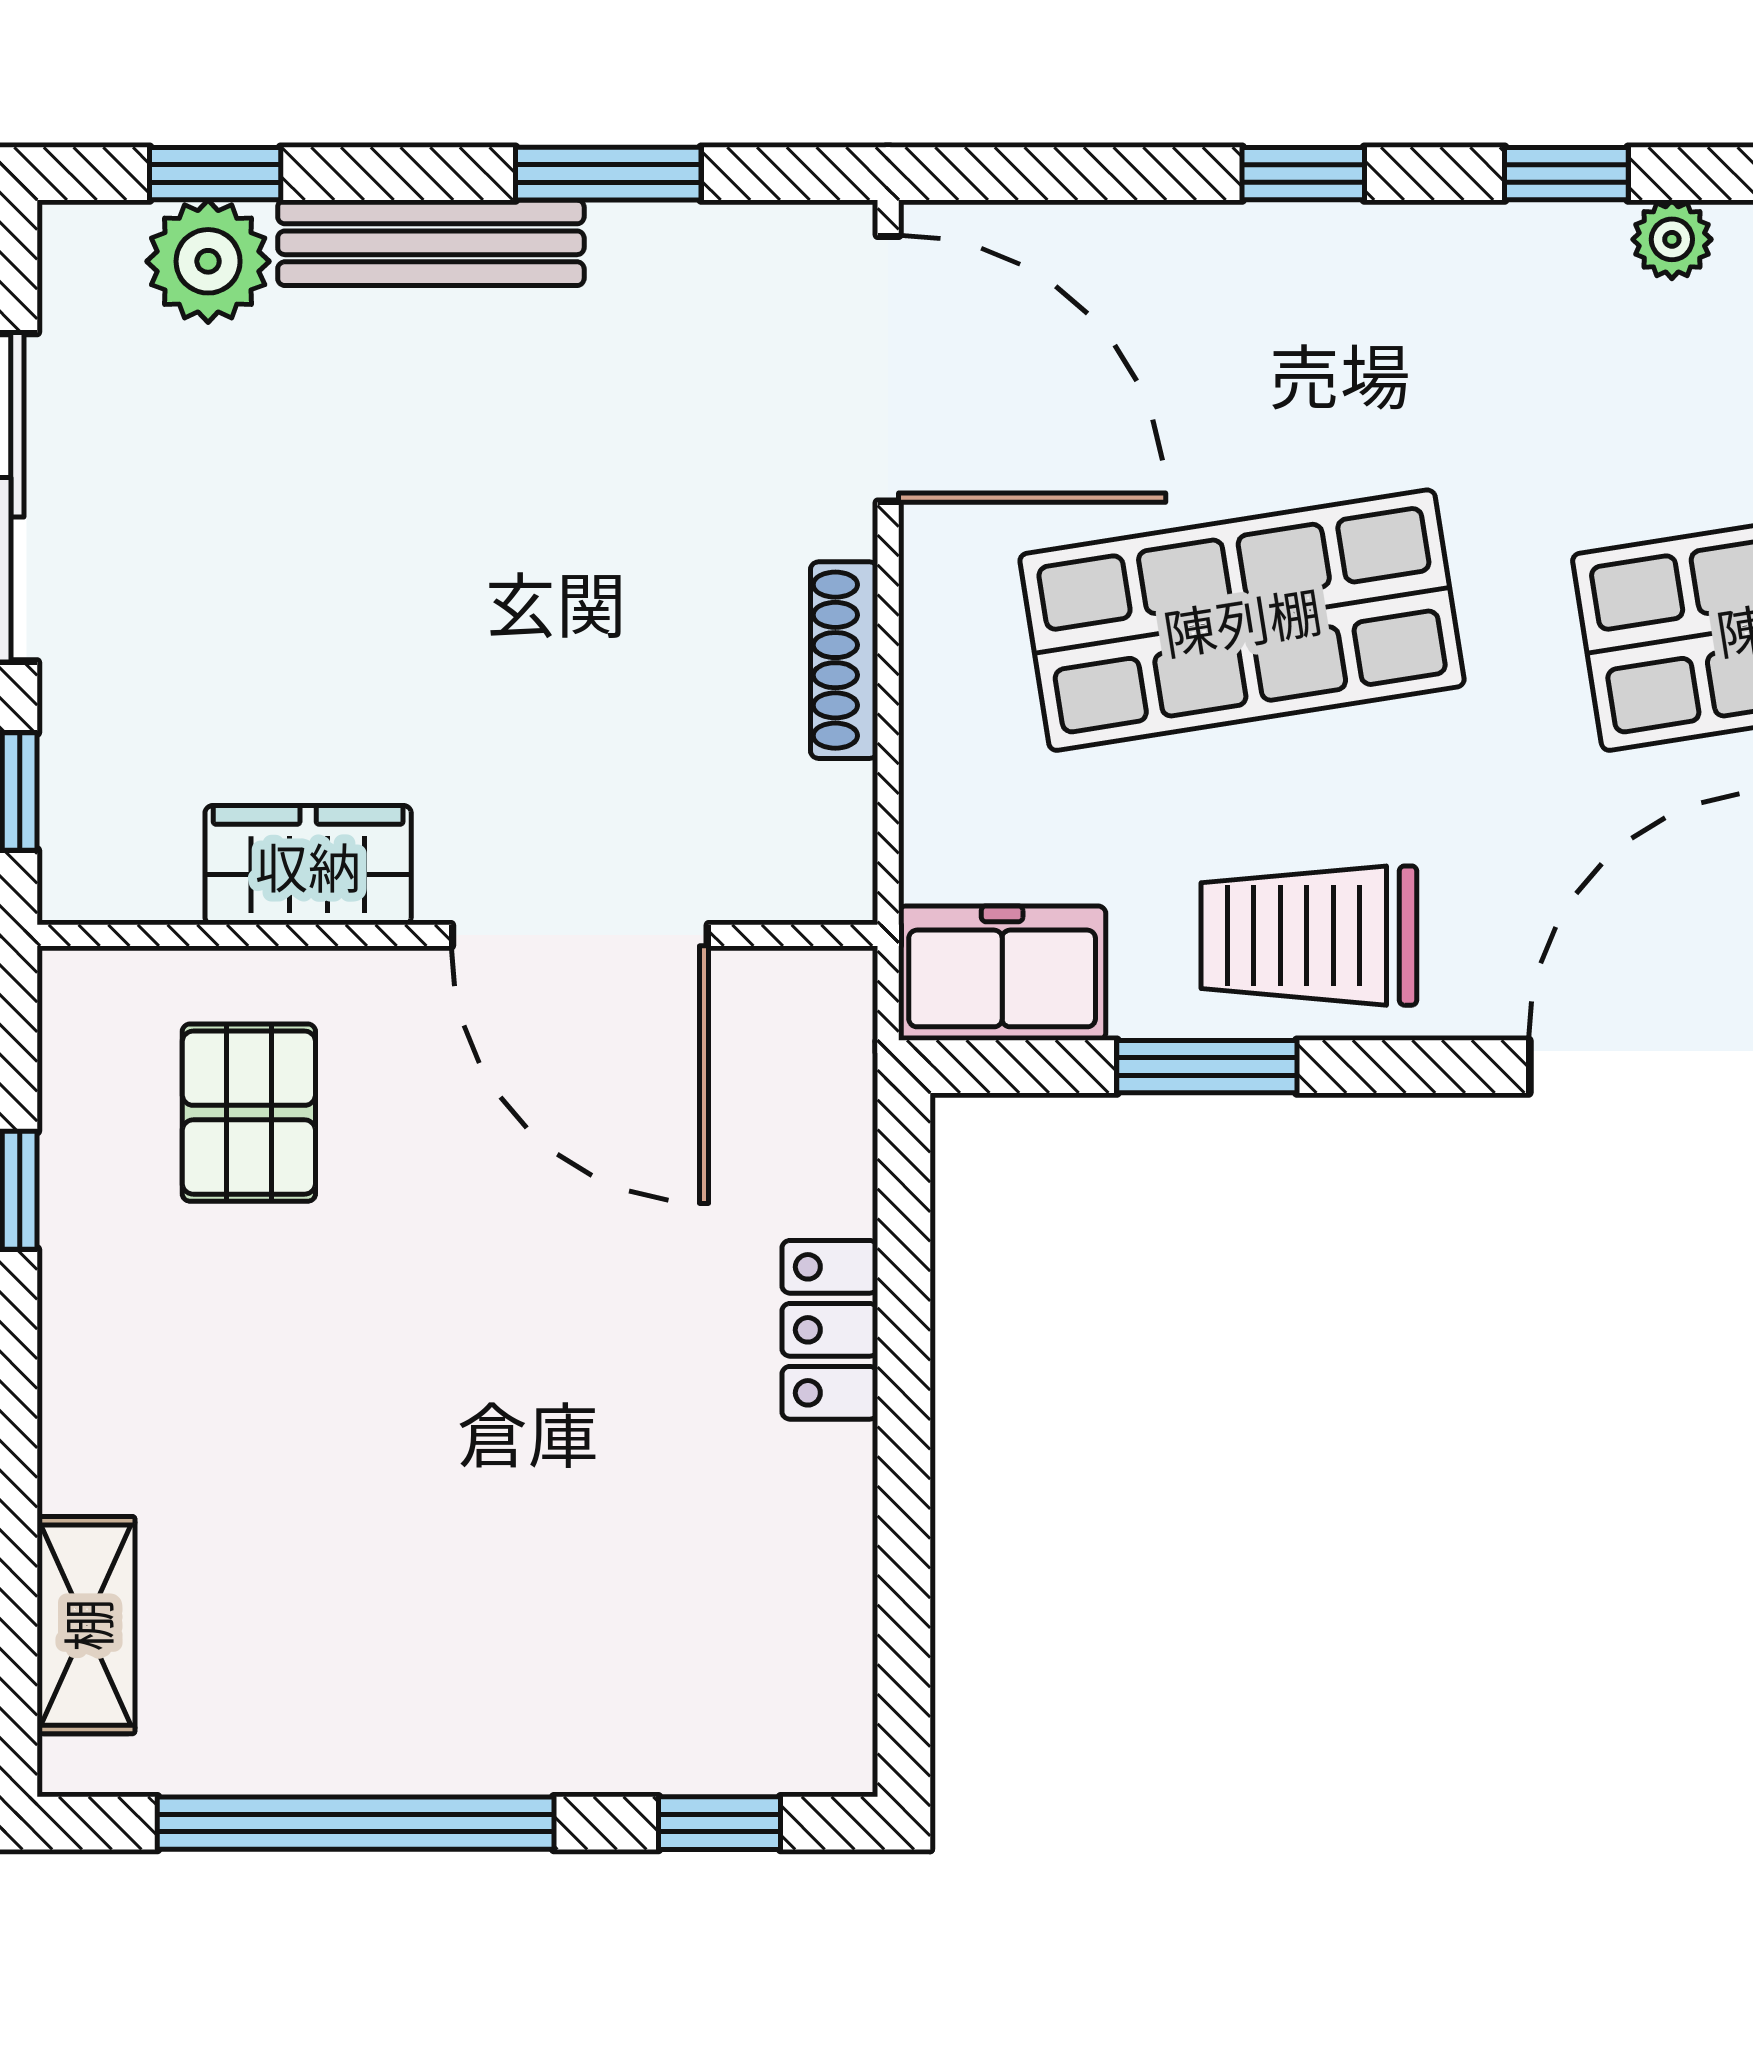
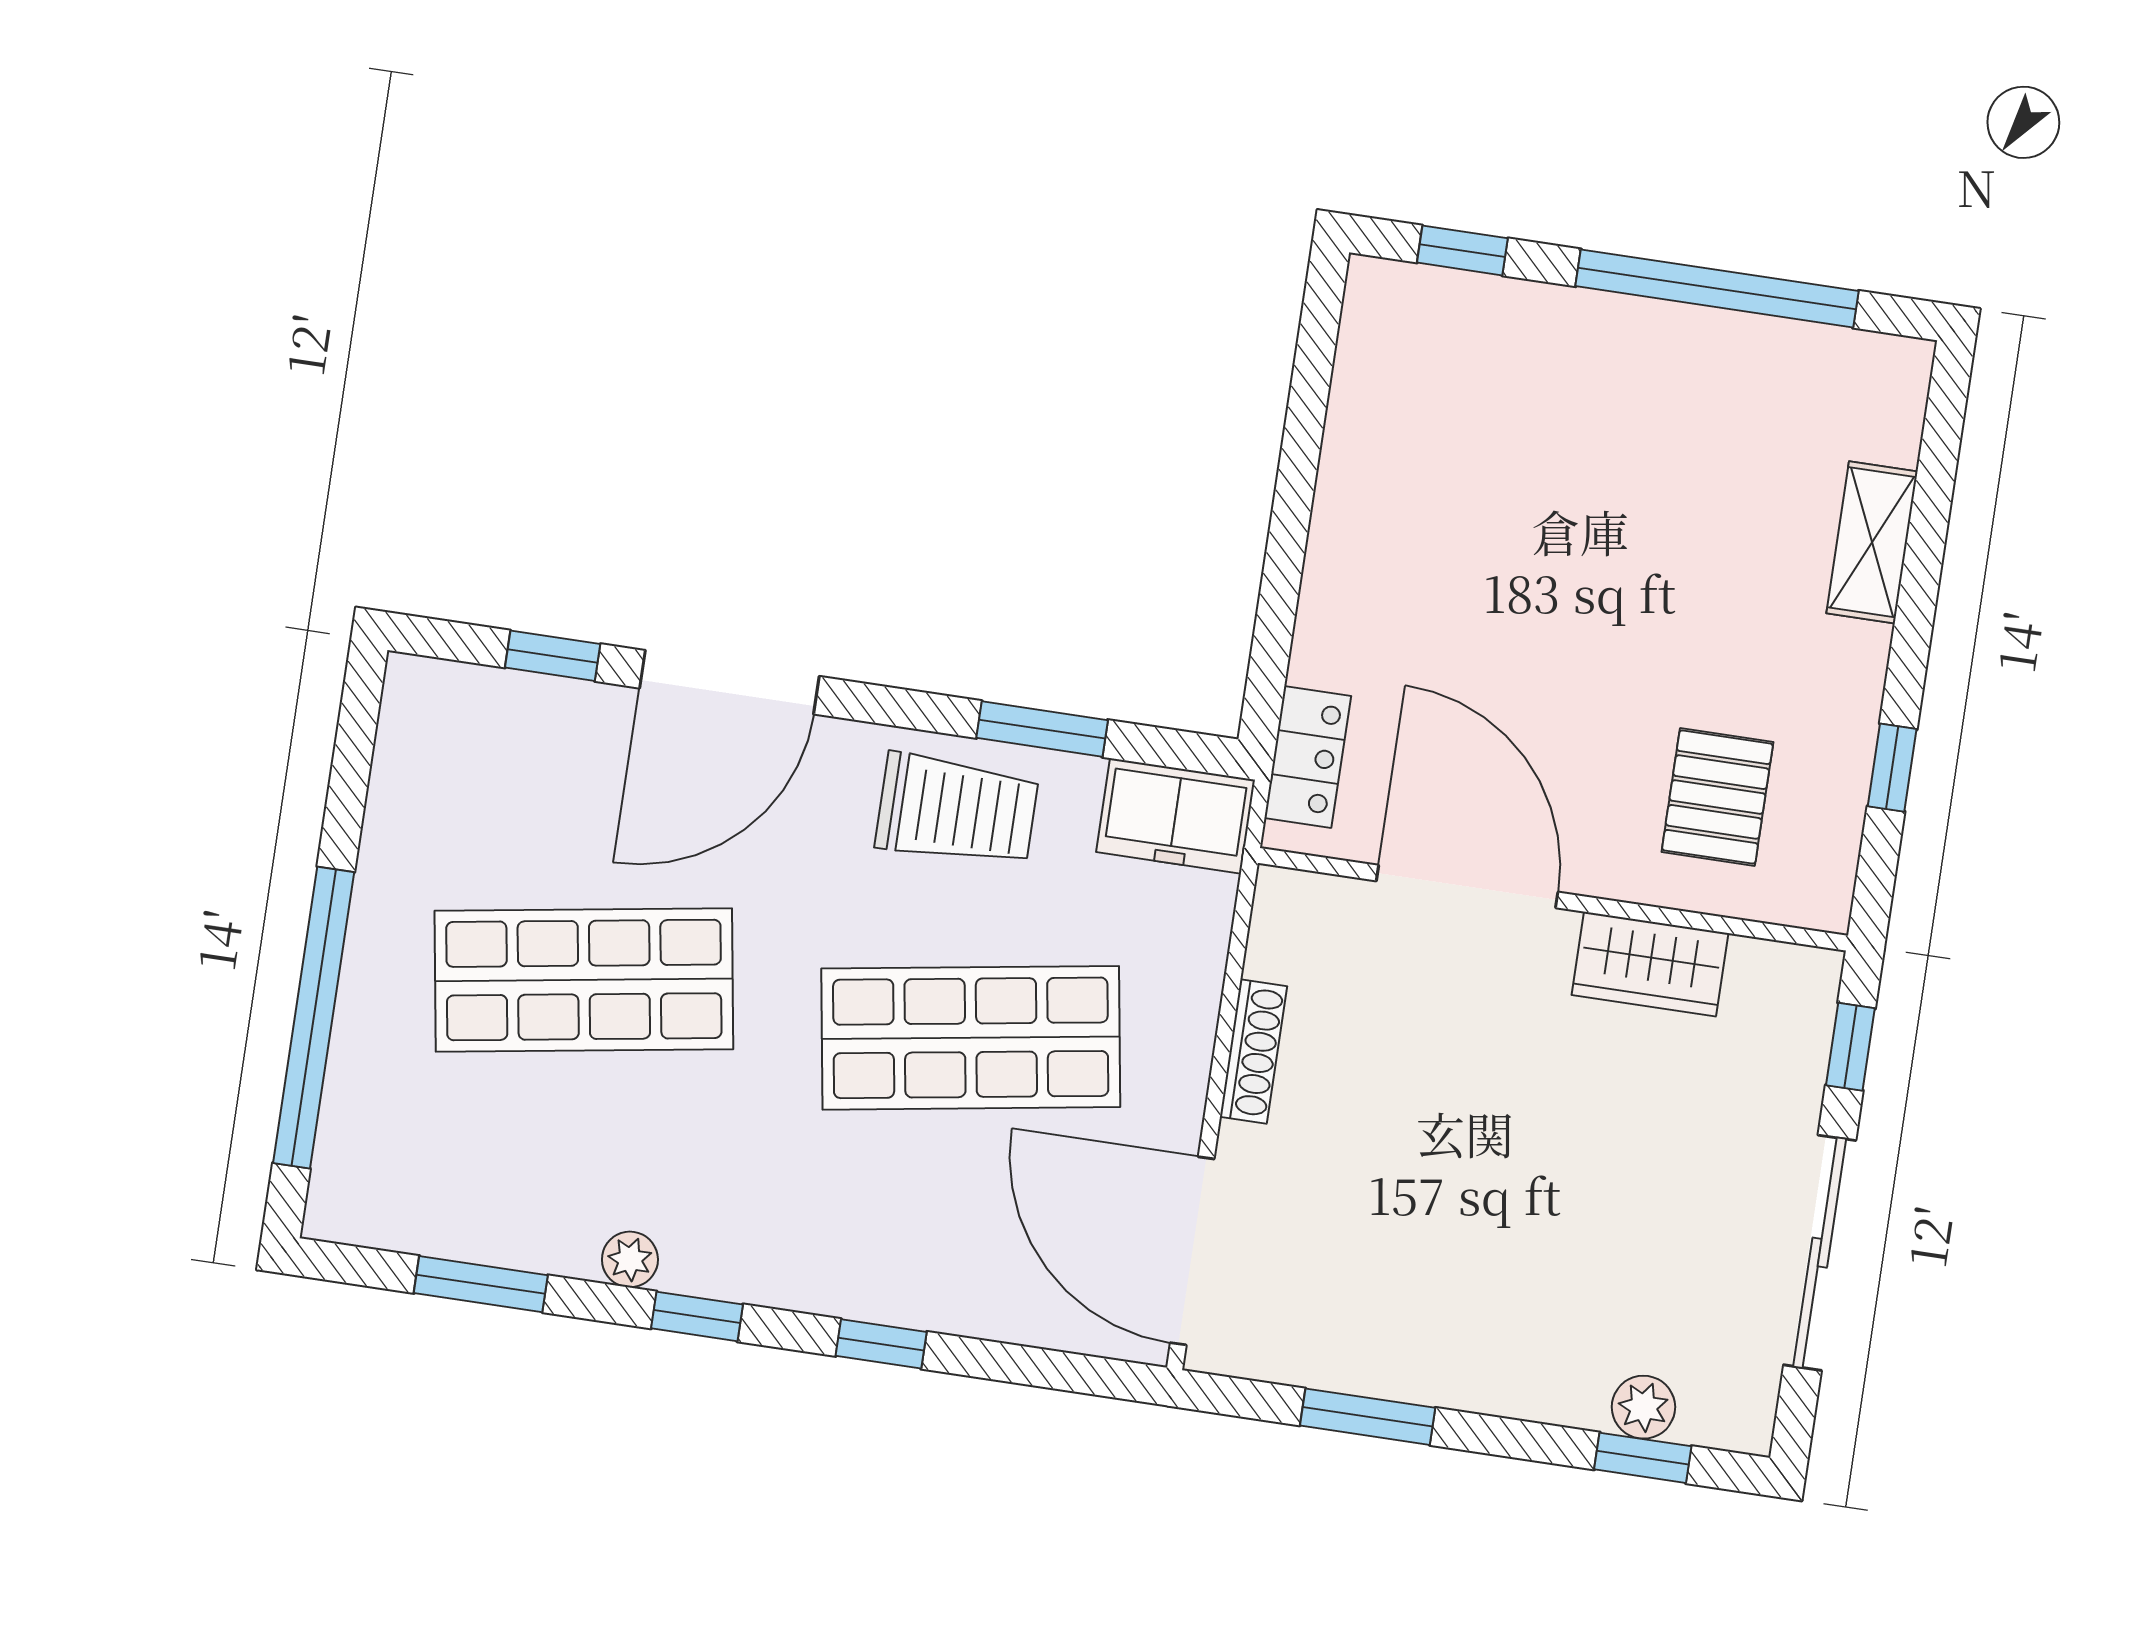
bench: (431, 243) -> (1499, 1387), removed
plant: (208, 261) -> (1643, 1407), width x0.73, depth x0.73
locker: (830, 1330) -> (1308, 757), moved
shelving: (86, 1625) -> (1872, 542), moved

